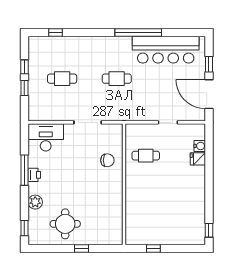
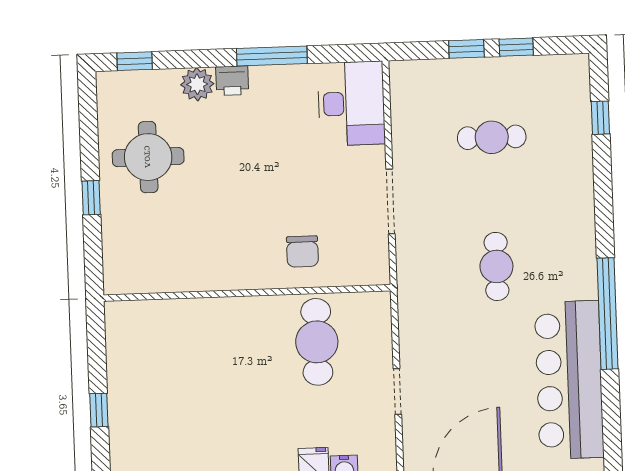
cafe table: (62, 79) -> (492, 137), turned 90
cafe table: (146, 156) -> (317, 342), width x1.37, depth x1.35
printer: (34, 175) -> (232, 81), moved
window: (153, 249) -> (99, 410), moved

